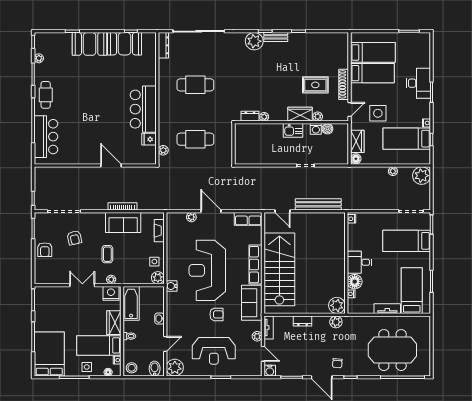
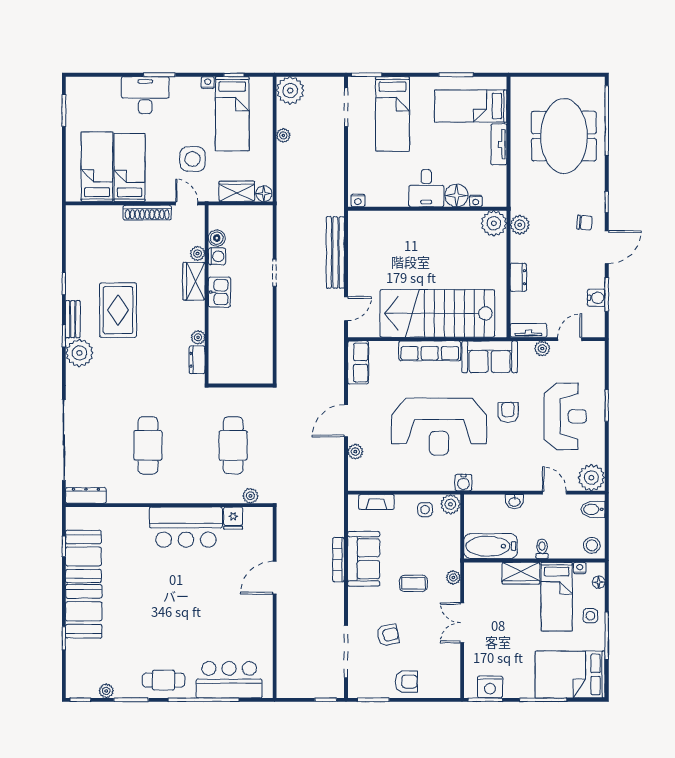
rug: (315, 85) -> (118, 310), moved, width x1.36, depth x1.43
nightstand: (111, 293) -> (490, 687), moved, turned -90
water cooler: (270, 371) -> (596, 298), moved

